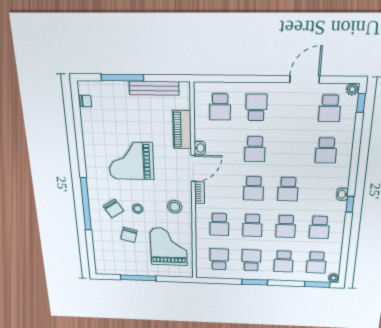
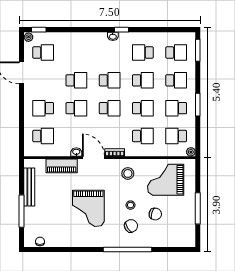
school desk: (326, 151) -> (76, 80), moved
school desk: (319, 227) -> (143, 53), turned 180
plant: (334, 278) -> (191, 152), moved

